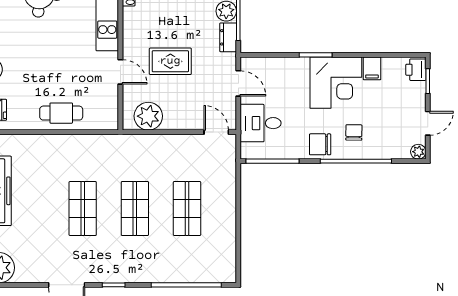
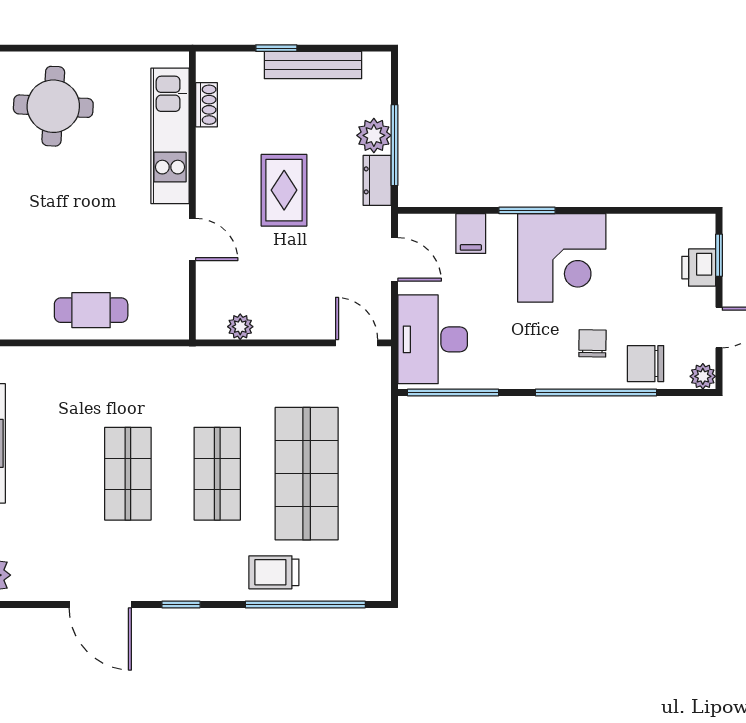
rug: (170, 61) -> (284, 190), moved, turned 90
filing cabinet: (372, 68) -> (471, 234), moved
printer: (416, 70) -> (699, 268), moved
plant: (148, 116) -> (240, 327), width x0.53, depth x0.53
desk: (261, 123) -> (433, 339), width x1.37
chair: (320, 144) -> (646, 364), moved
shop shelf: (187, 209) -> (307, 474), width x1.43, depth x1.36
trolley: (168, 266) -> (274, 572), added

